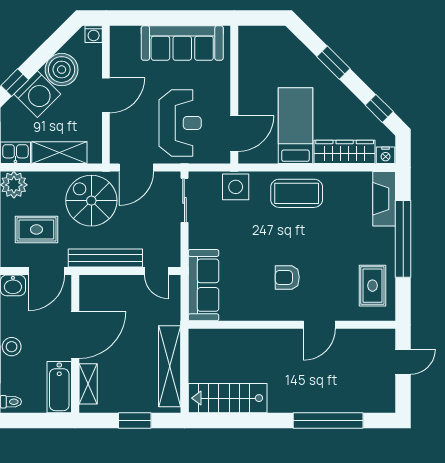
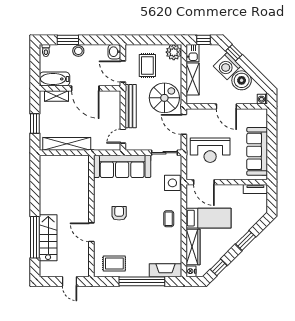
tv unit: (246, 46) -> (255, 189), added
coffee table: (297, 193) -> (169, 219), width x0.54, depth x0.58
sofa: (203, 285) -> (122, 166), width x1.36, depth x1.27
stairs: (228, 398) -> (48, 238), moved

